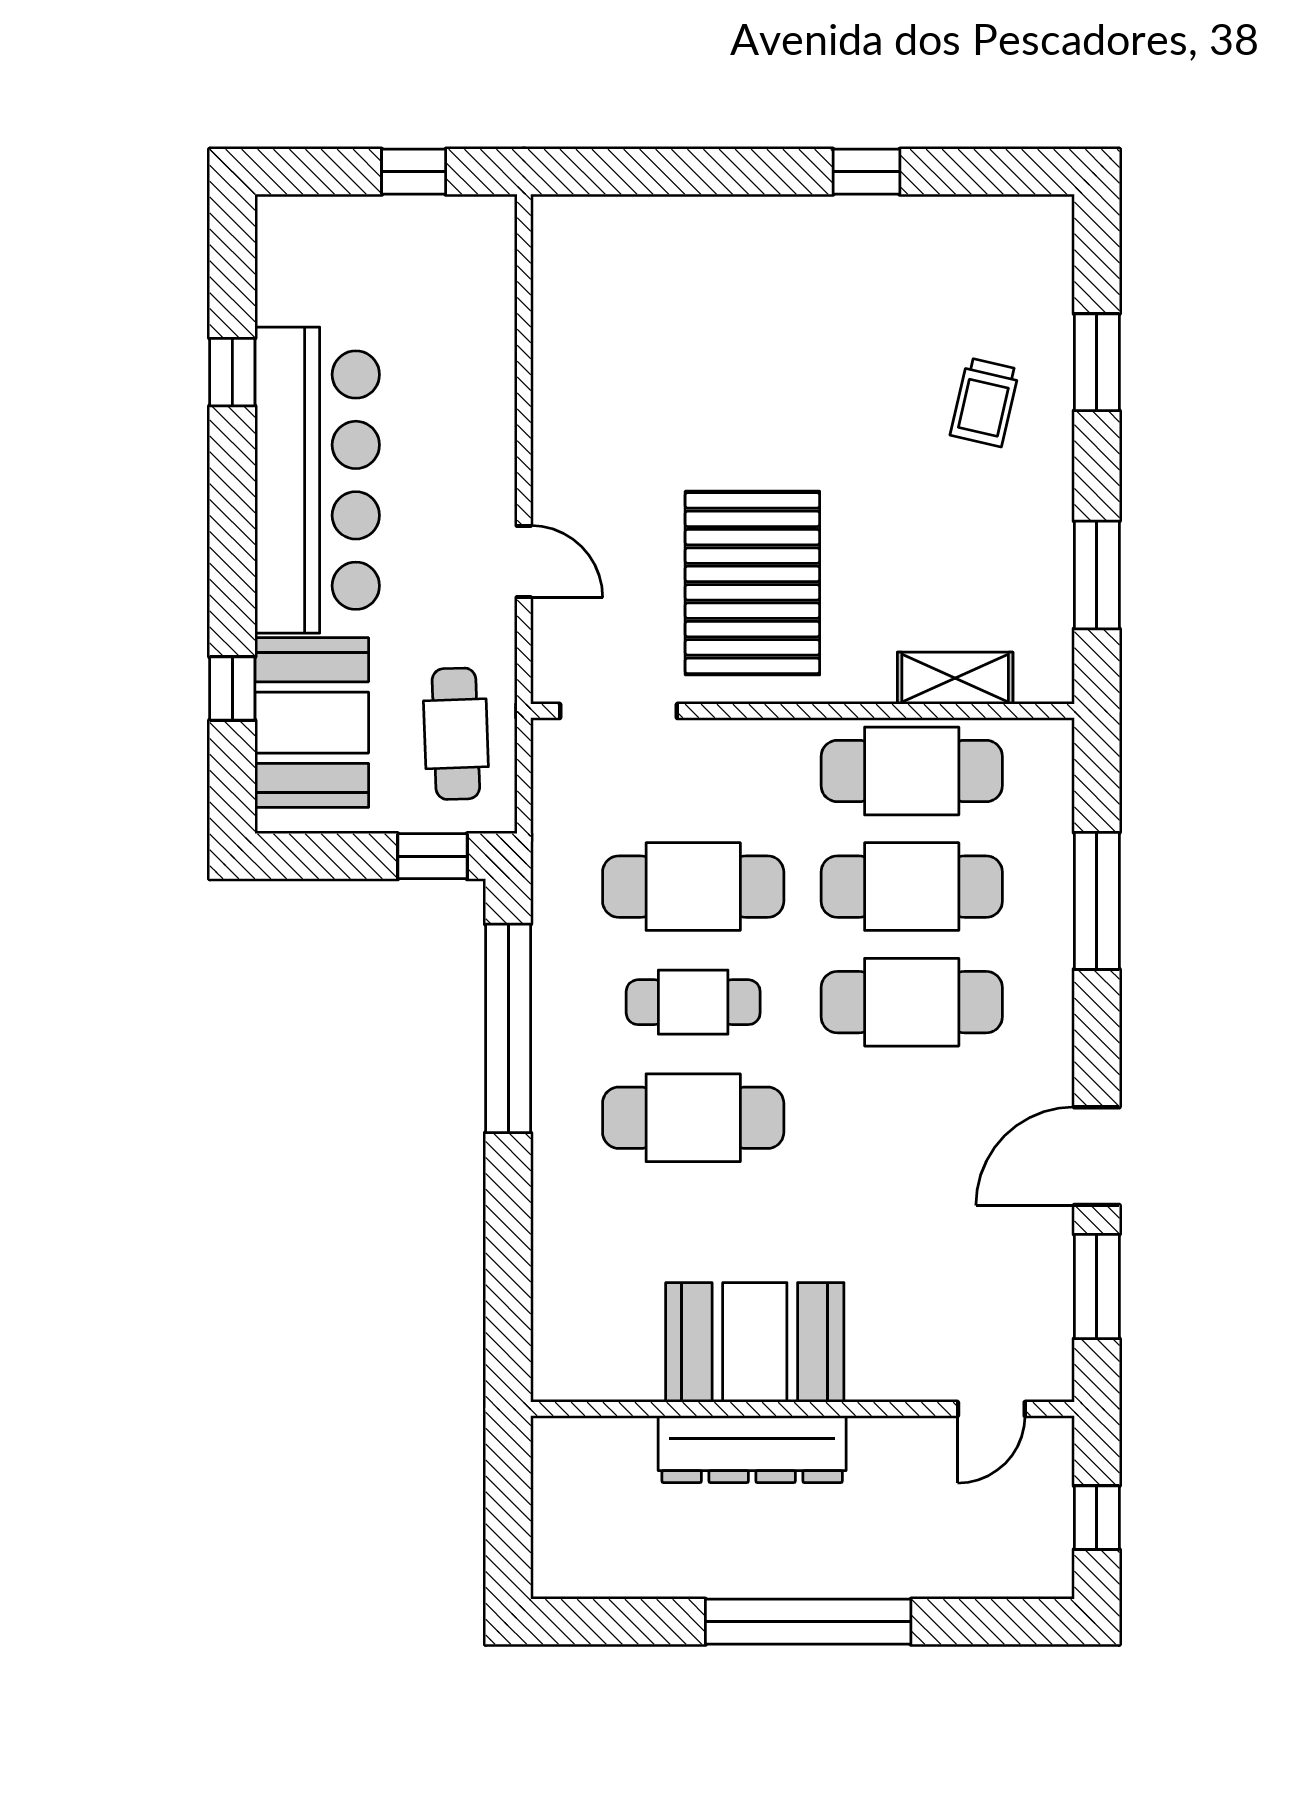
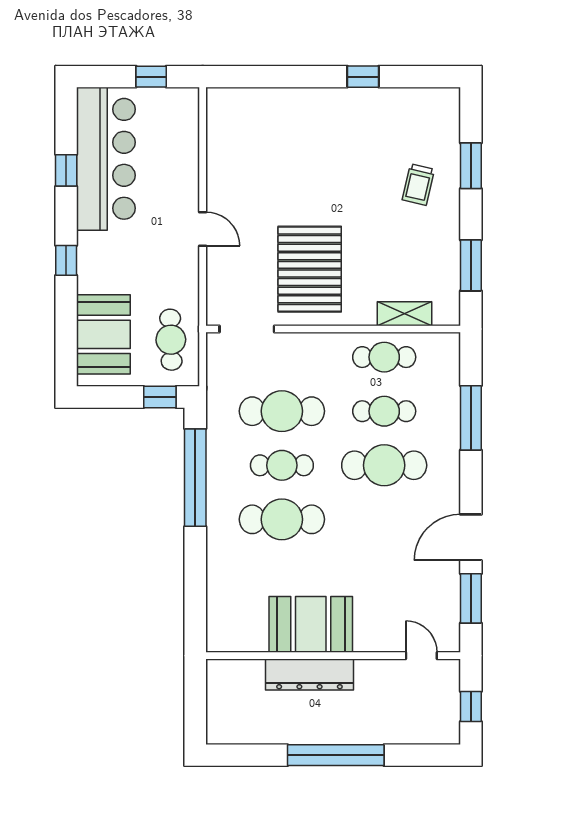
bar counter: (317, 480) -> (106, 159), moved
door: (524, 562) -> (203, 229), moved
window: (232, 688) -> (66, 260), moved
cafe table: (912, 771) -> (384, 357), width x0.73, depth x0.74
cafe table: (912, 887) -> (384, 411), width x0.73, depth x0.74
door: (991, 1409) -> (421, 656), swing flipped

